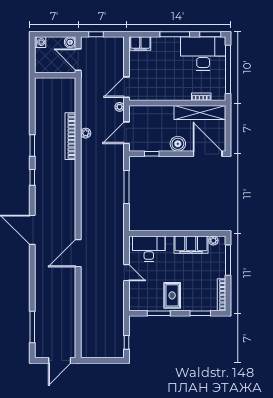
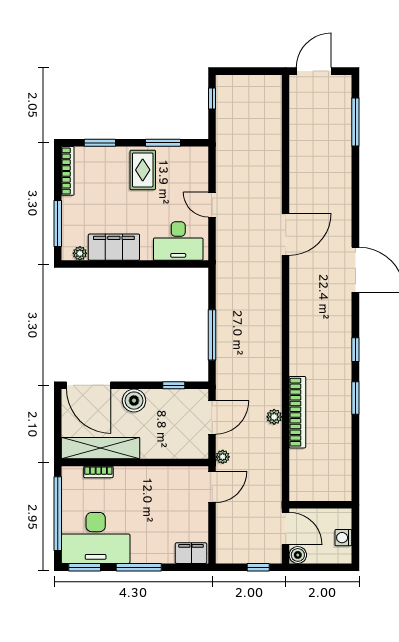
washing machine: (40, 42) -> (343, 538), moved

